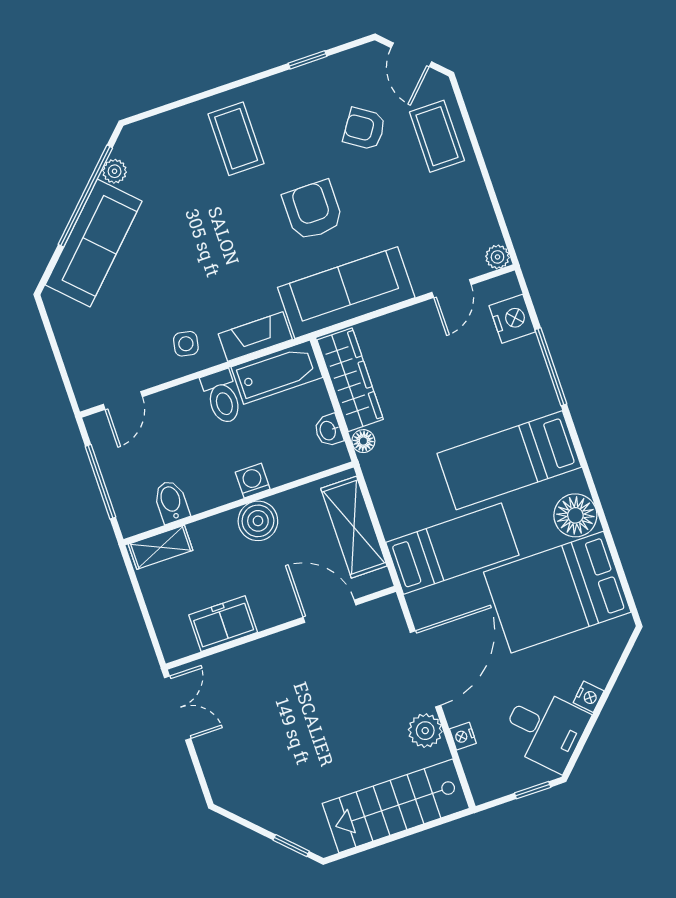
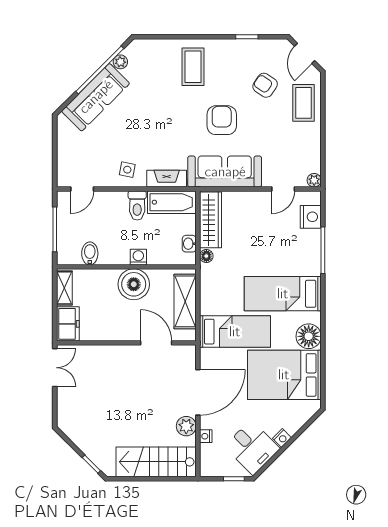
boiler: (258, 521) -> (134, 284), width x1.37, depth x1.37
shelving: (161, 547) -> (64, 288), moved, turned 90
freezer: (223, 624) -> (68, 324), moved, turned 90

